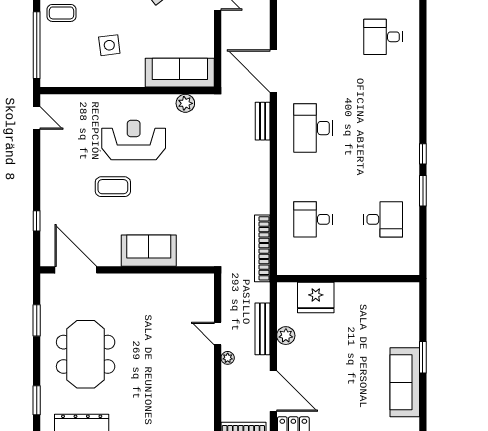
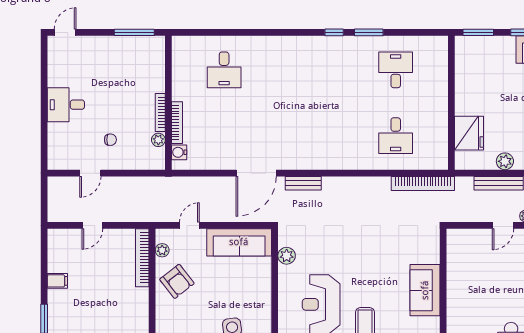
sofa: (180, 73) -> (239, 242), moved, turned -90
desk: (313, 128) -> (310, 136), removed
window: (423, 307) -> (478, 32), added

